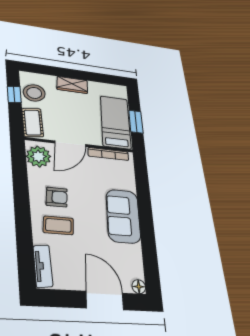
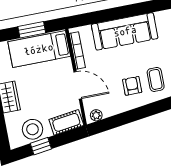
plant: (38, 156) -> (96, 115), width x0.53, depth x0.53
sofa: (123, 216) -> (125, 31), width x1.36

